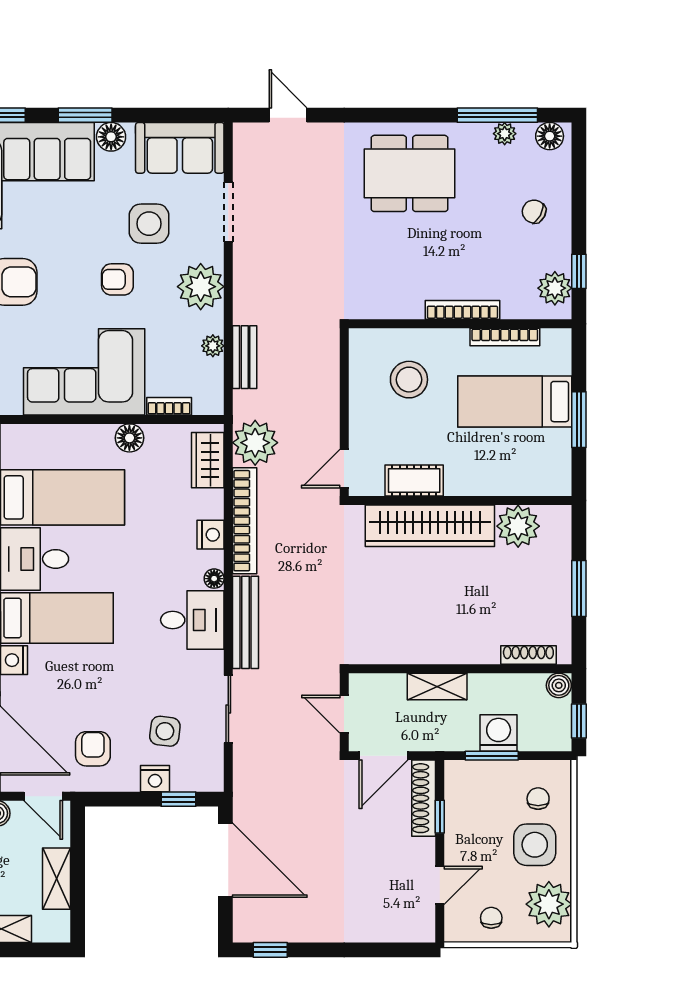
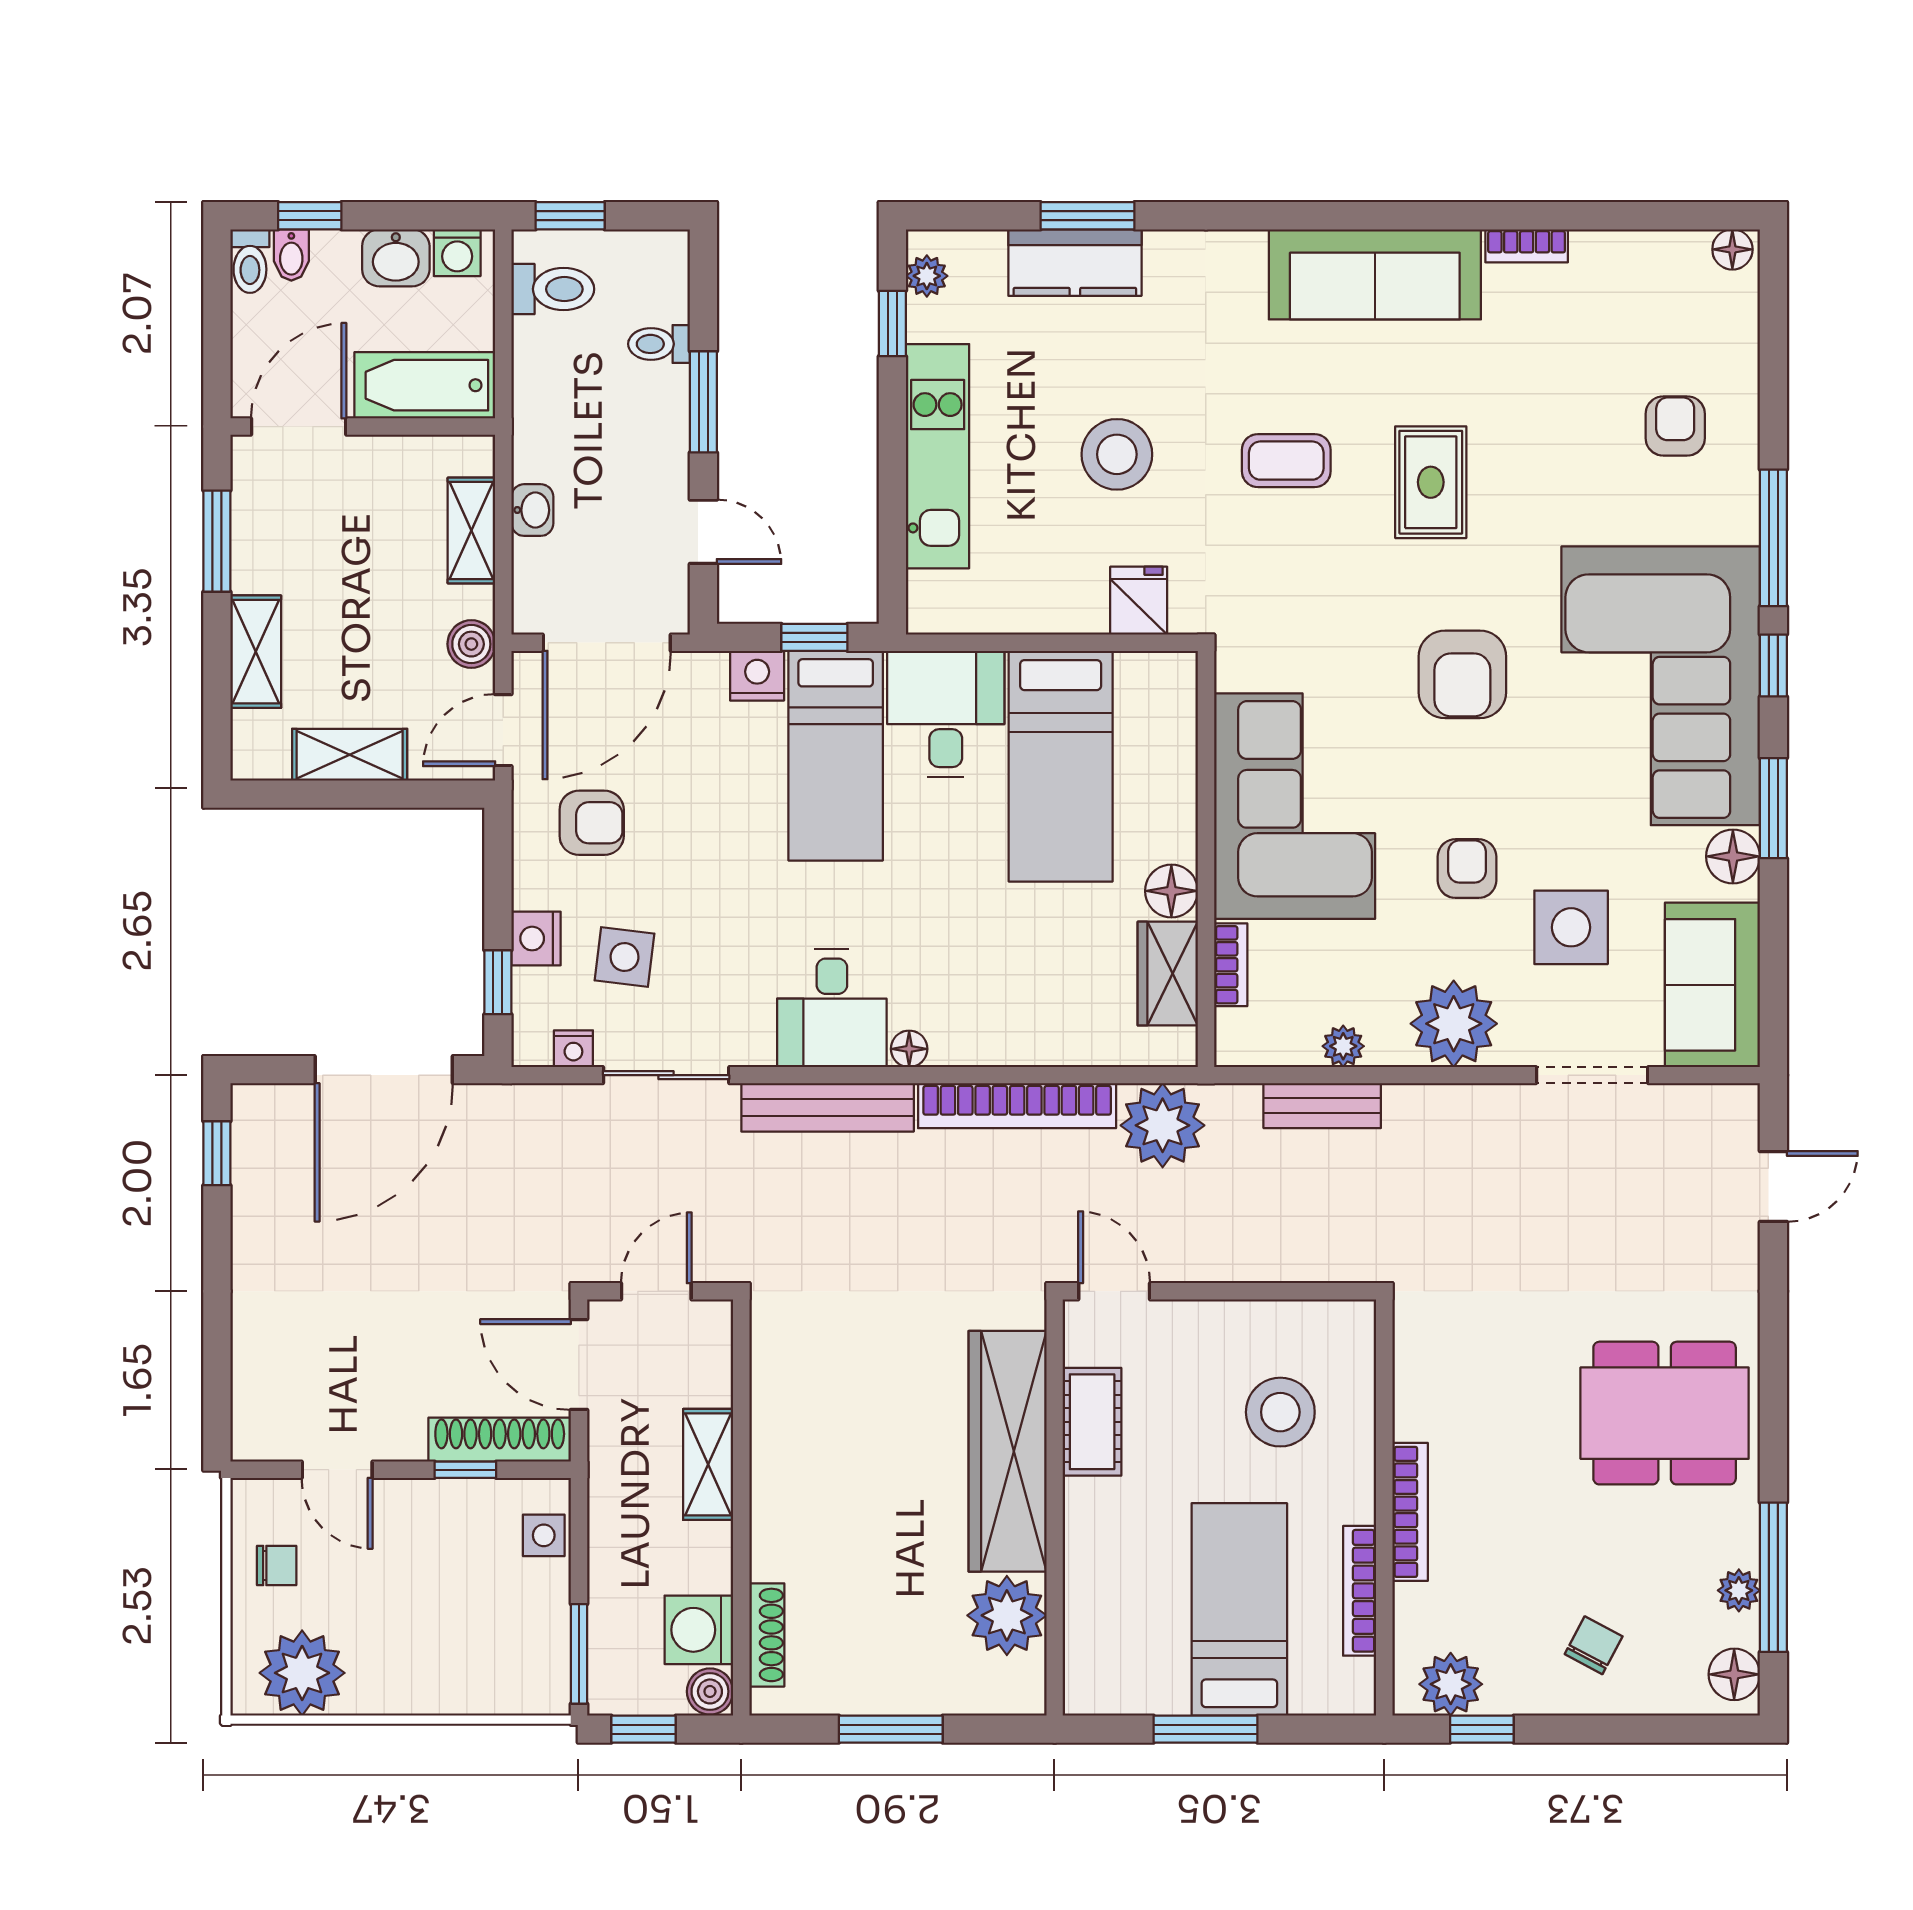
dining table: (409, 173) -> (1665, 1413), turned 90
wardrobe: (208, 460) -> (1168, 974), moved, turned -90
nightstand: (211, 535) -> (573, 1049), moved, width x0.72, depth x0.74
washing machine: (499, 733) -> (699, 1630), moved, turned 180
window: (492, 756) -> (579, 1654), moved
chair: (538, 799) -> (499, 1653), removed
side table: (535, 845) -> (544, 1535), moved, width x0.54, depth x0.54

